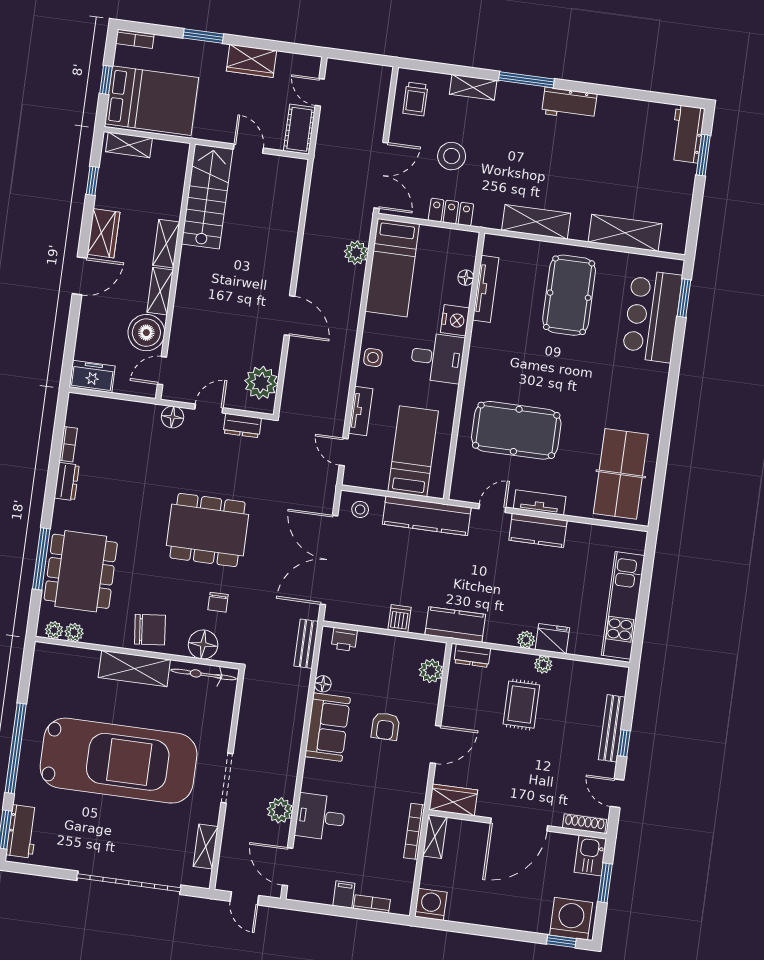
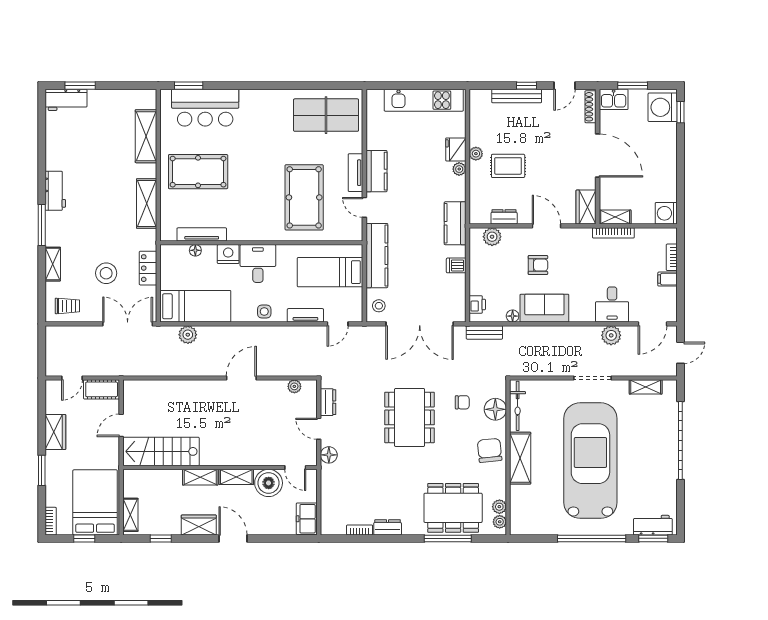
plant: (261, 383) -> (294, 386), width x0.53, depth x0.53
dresser: (472, 656) -> (504, 217), moved, turned -90

